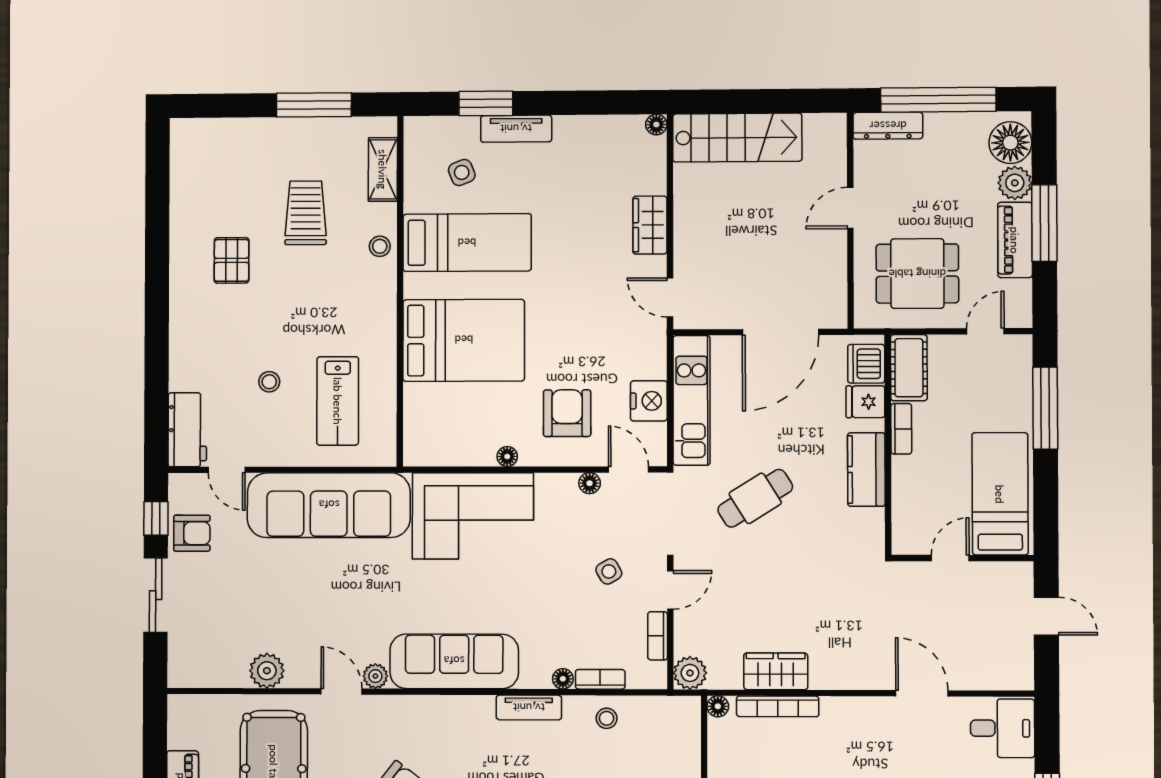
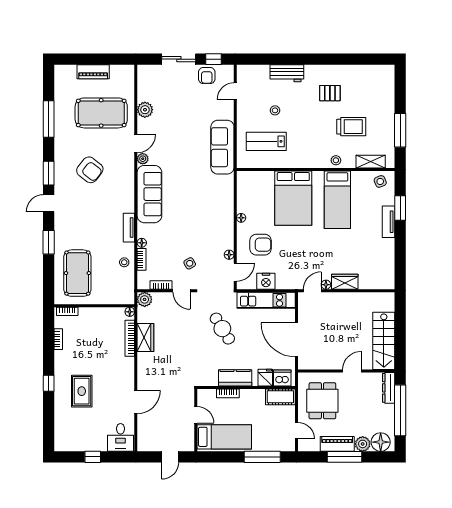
floor lamp: (656, 125) -> (326, 285), moved
stairs: (737, 138) -> (384, 341), moved
side table: (462, 172) -> (380, 181), moved
door: (850, 208) -> (352, 371), hinge flipped
bookcase: (901, 429) -> (228, 393), moved
workbench: (187, 430) -> (287, 73), moved
sofa: (329, 505) -> (222, 147), width x0.74, depth x0.79
corner sofa: (473, 516) -> (215, 202), removed

